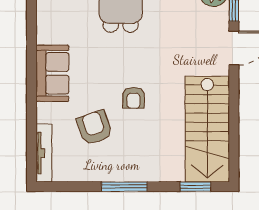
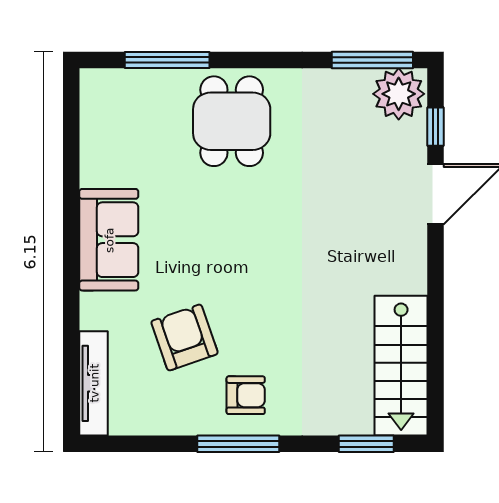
armchair: (134, 98) -> (246, 395), moved, turned -90
stairs: (207, 129) -> (401, 366), width x0.73, depth x0.66

